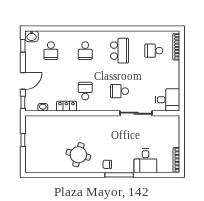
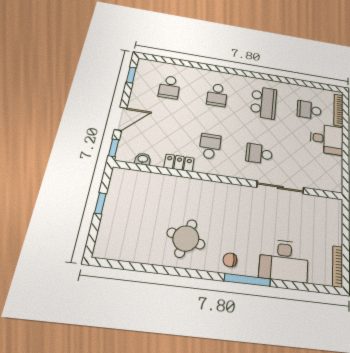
washbasin: (32, 36) -> (146, 66), removed
desk: (168, 100) -> (327, 139), moved
desk: (145, 161) -> (284, 261), width x1.37

